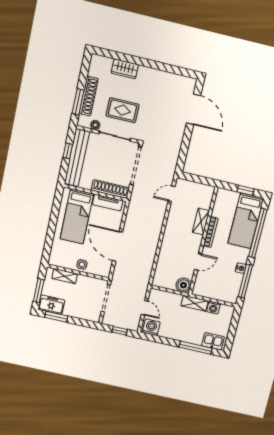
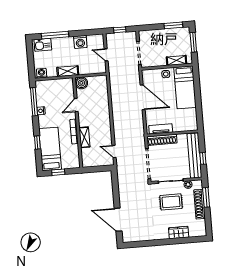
door: (172, 194) -> (114, 151), swing flipped
bed: (77, 216) -> (185, 87), moved, turned 180
window: (258, 233) -> (37, 143), width x0.32
freezer: (51, 305) -> (180, 34), removed
washing machine: (214, 308) -> (42, 73), moved
washing machine: (151, 327) -> (80, 42), moved

